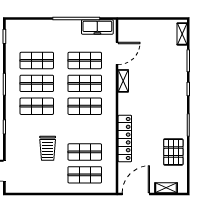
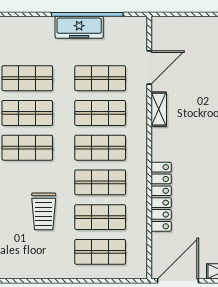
freezer: (97, 27) -> (79, 27), moved
shop shelf: (85, 129) -> (100, 182), added

